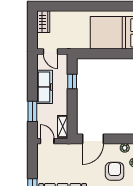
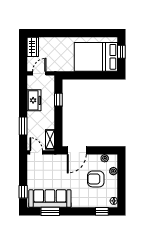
door: (51, 52) -> (39, 73), swing flipped
freezer: (45, 87) -> (34, 100), width x0.71
armchair: (115, 171) -> (96, 179), turned -90

